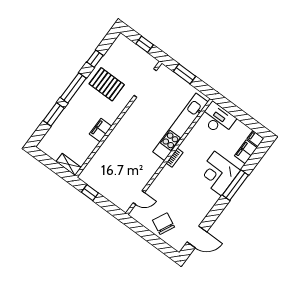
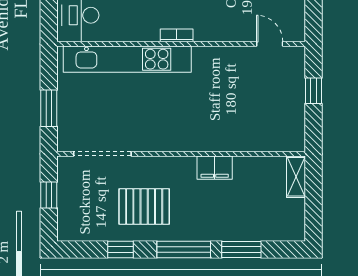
pallet: (107, 84) -> (144, 207), turned 90
window: (90, 193) -> (313, 91), moved

